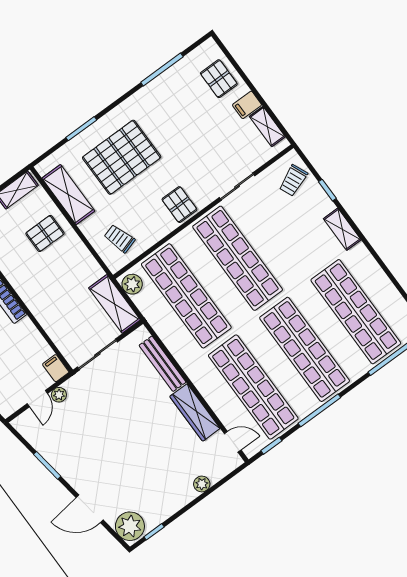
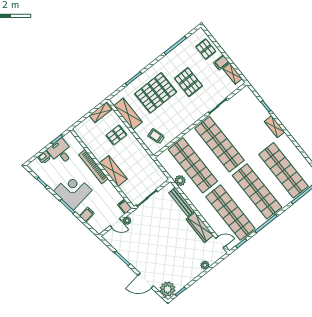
trolley: (293, 181) -> (247, 102), removed
pallet: (179, 205) -> (188, 82), moved, width x1.50, depth x1.42
plant: (132, 284) -> (180, 181), moved
shelving: (115, 304) -> (113, 171), moved
door: (37, 399) -> (116, 223), hinge flipped

